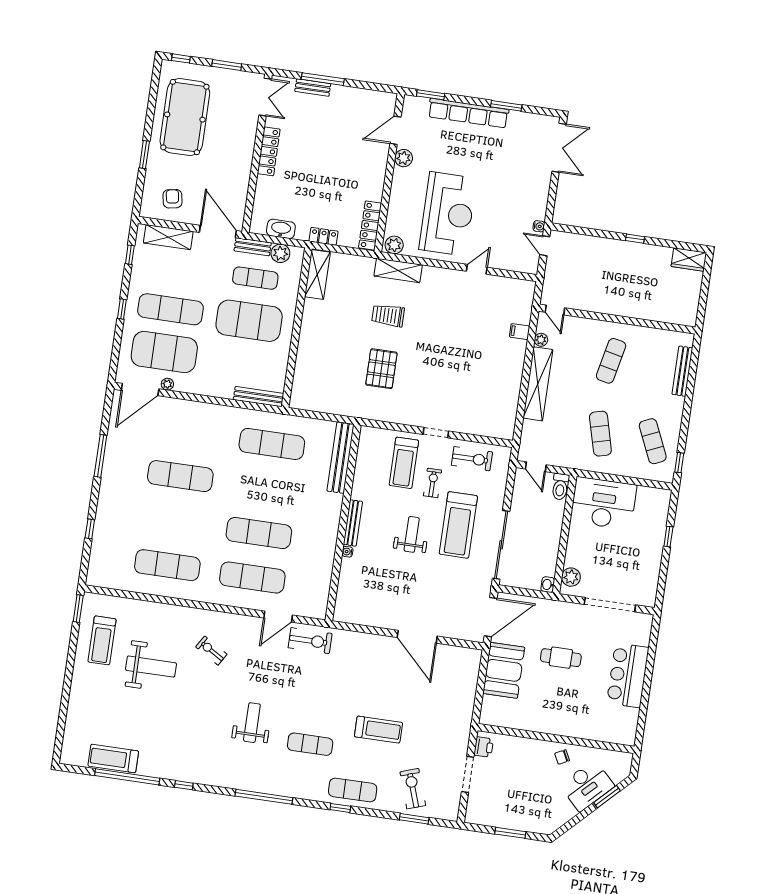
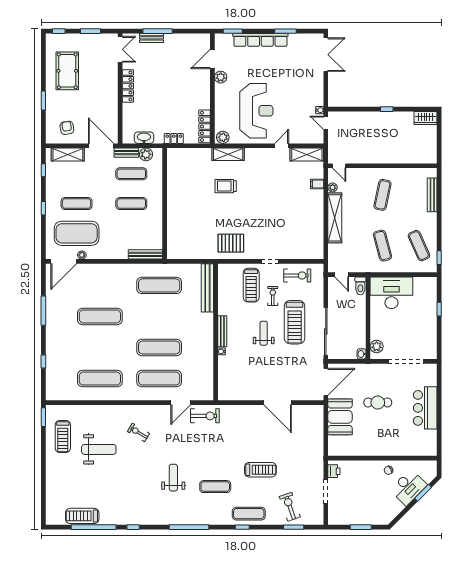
pool table: (185, 117) -> (67, 71), width x0.73, depth x0.76
shelving: (317, 275) -> (307, 155), moved, turned 90
exercise mat: (171, 309) -> (77, 204), width x0.73, depth x0.69
exercise mat: (249, 321) -> (131, 204), width x0.50, depth x0.69
pallet: (381, 369) -> (231, 243), moved, turned 90

